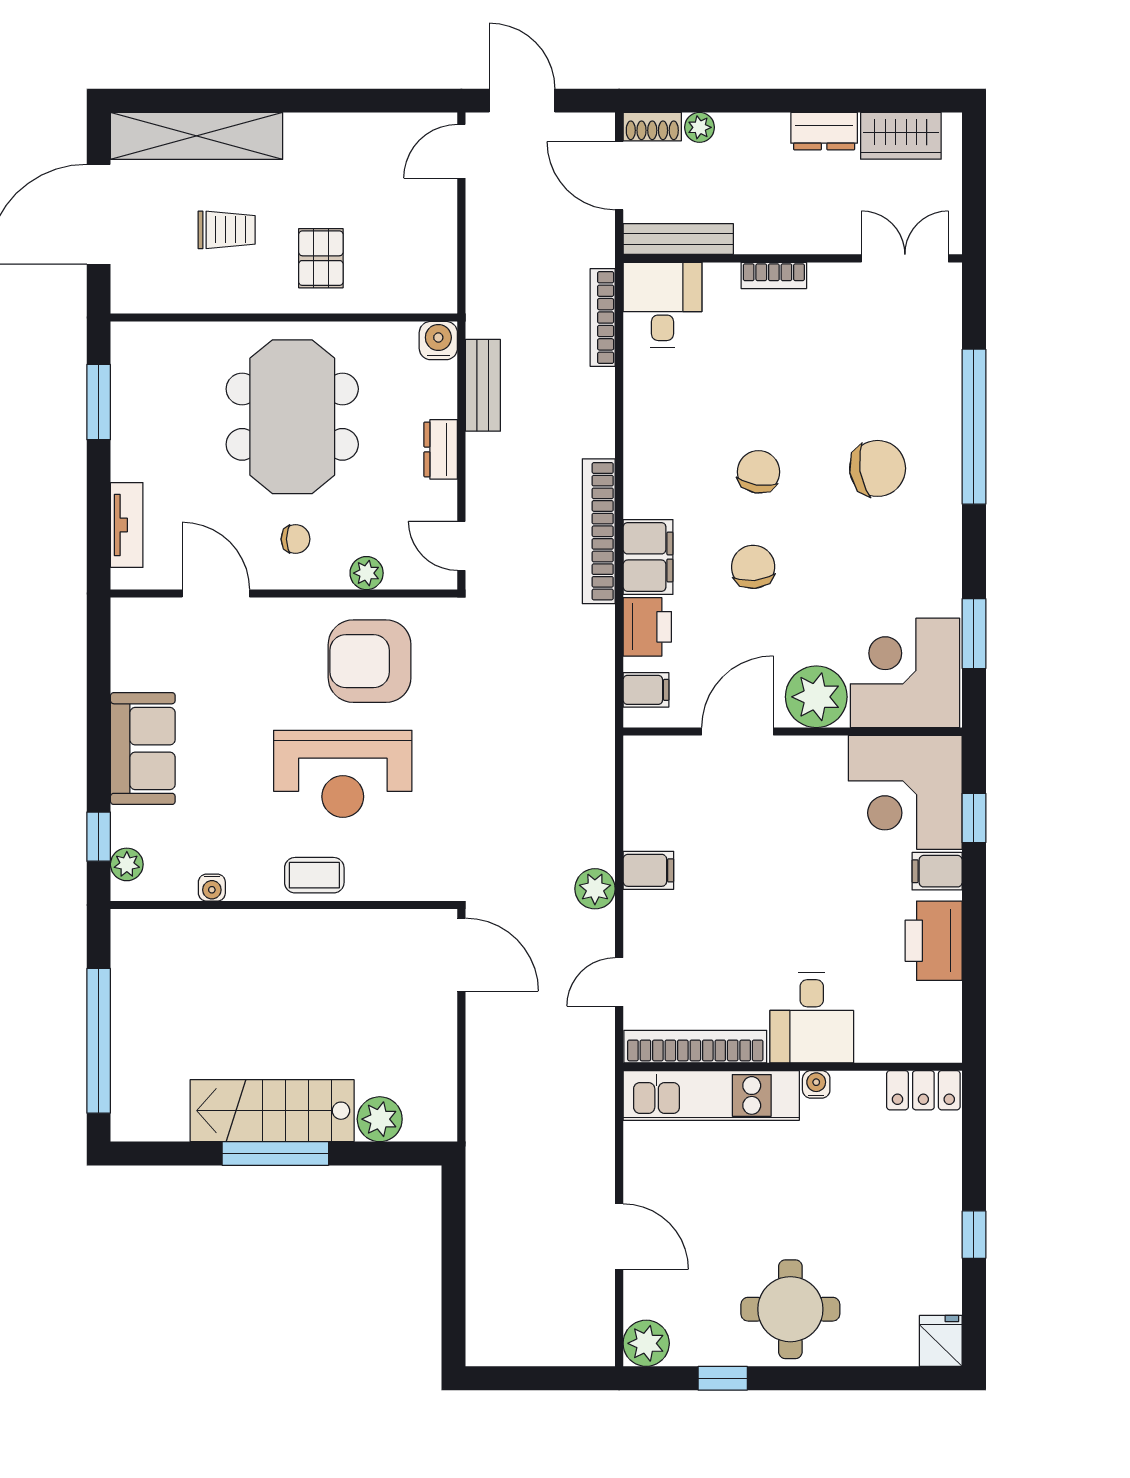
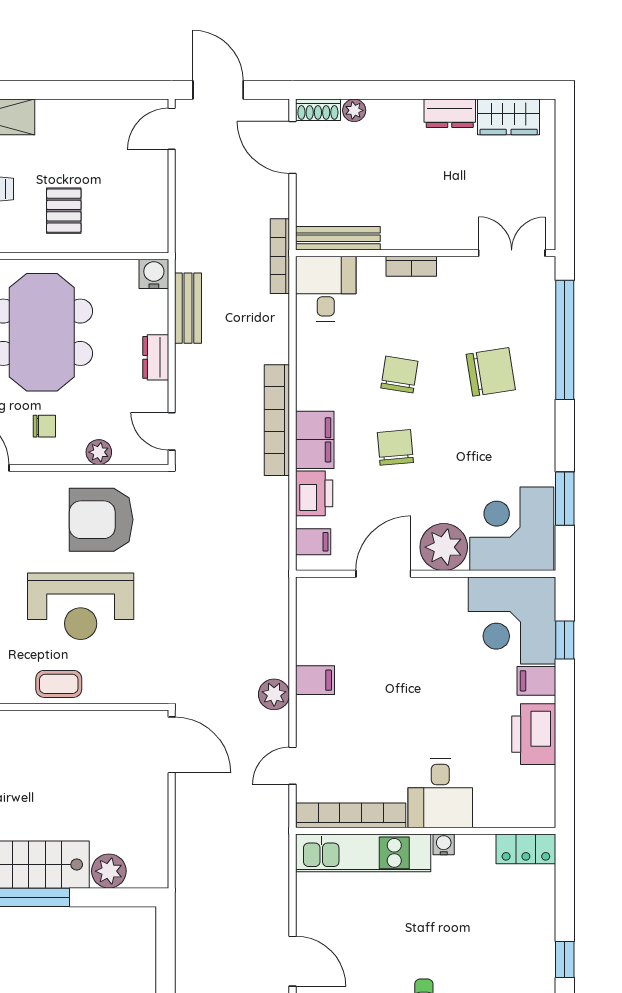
bench: (678, 239) -> (338, 238), moved
wall: (793, 258) -> (426, 253), moved
double door: (905, 258) -> (512, 253), moved
bookcase: (774, 275) -> (411, 266), moved
desk: (662, 305) -> (326, 289), moved

